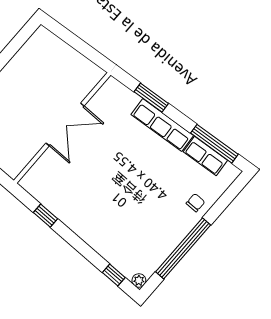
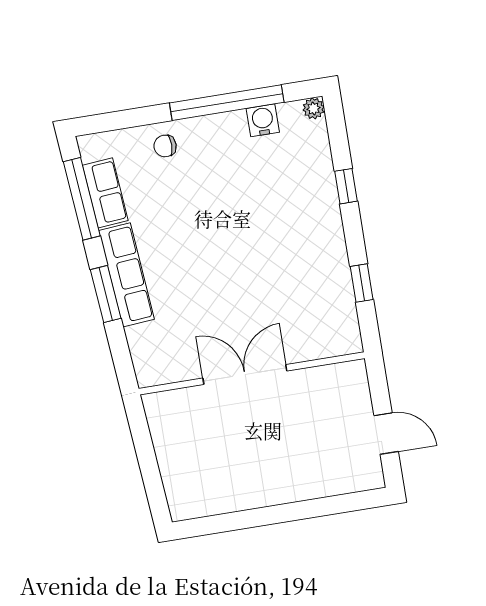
window: (151, 98) -> (106, 294), moved
water cooler: (159, 254) -> (263, 120), added
window: (114, 275) -> (346, 186), moved

